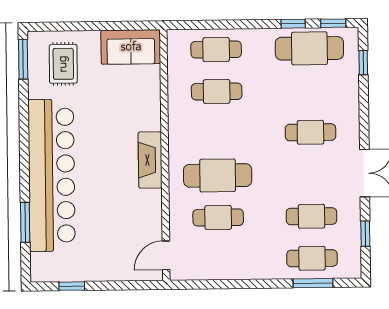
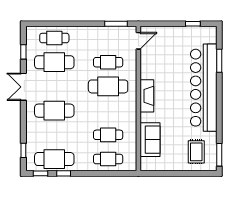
sofa: (131, 47) -> (150, 140), moved, turned 90
cafe table: (310, 132) -> (54, 111), width x1.37, depth x1.35
cafe table: (311, 216) -> (54, 62), width x1.37, depth x1.35
window: (313, 283) -> (116, 24), moved

